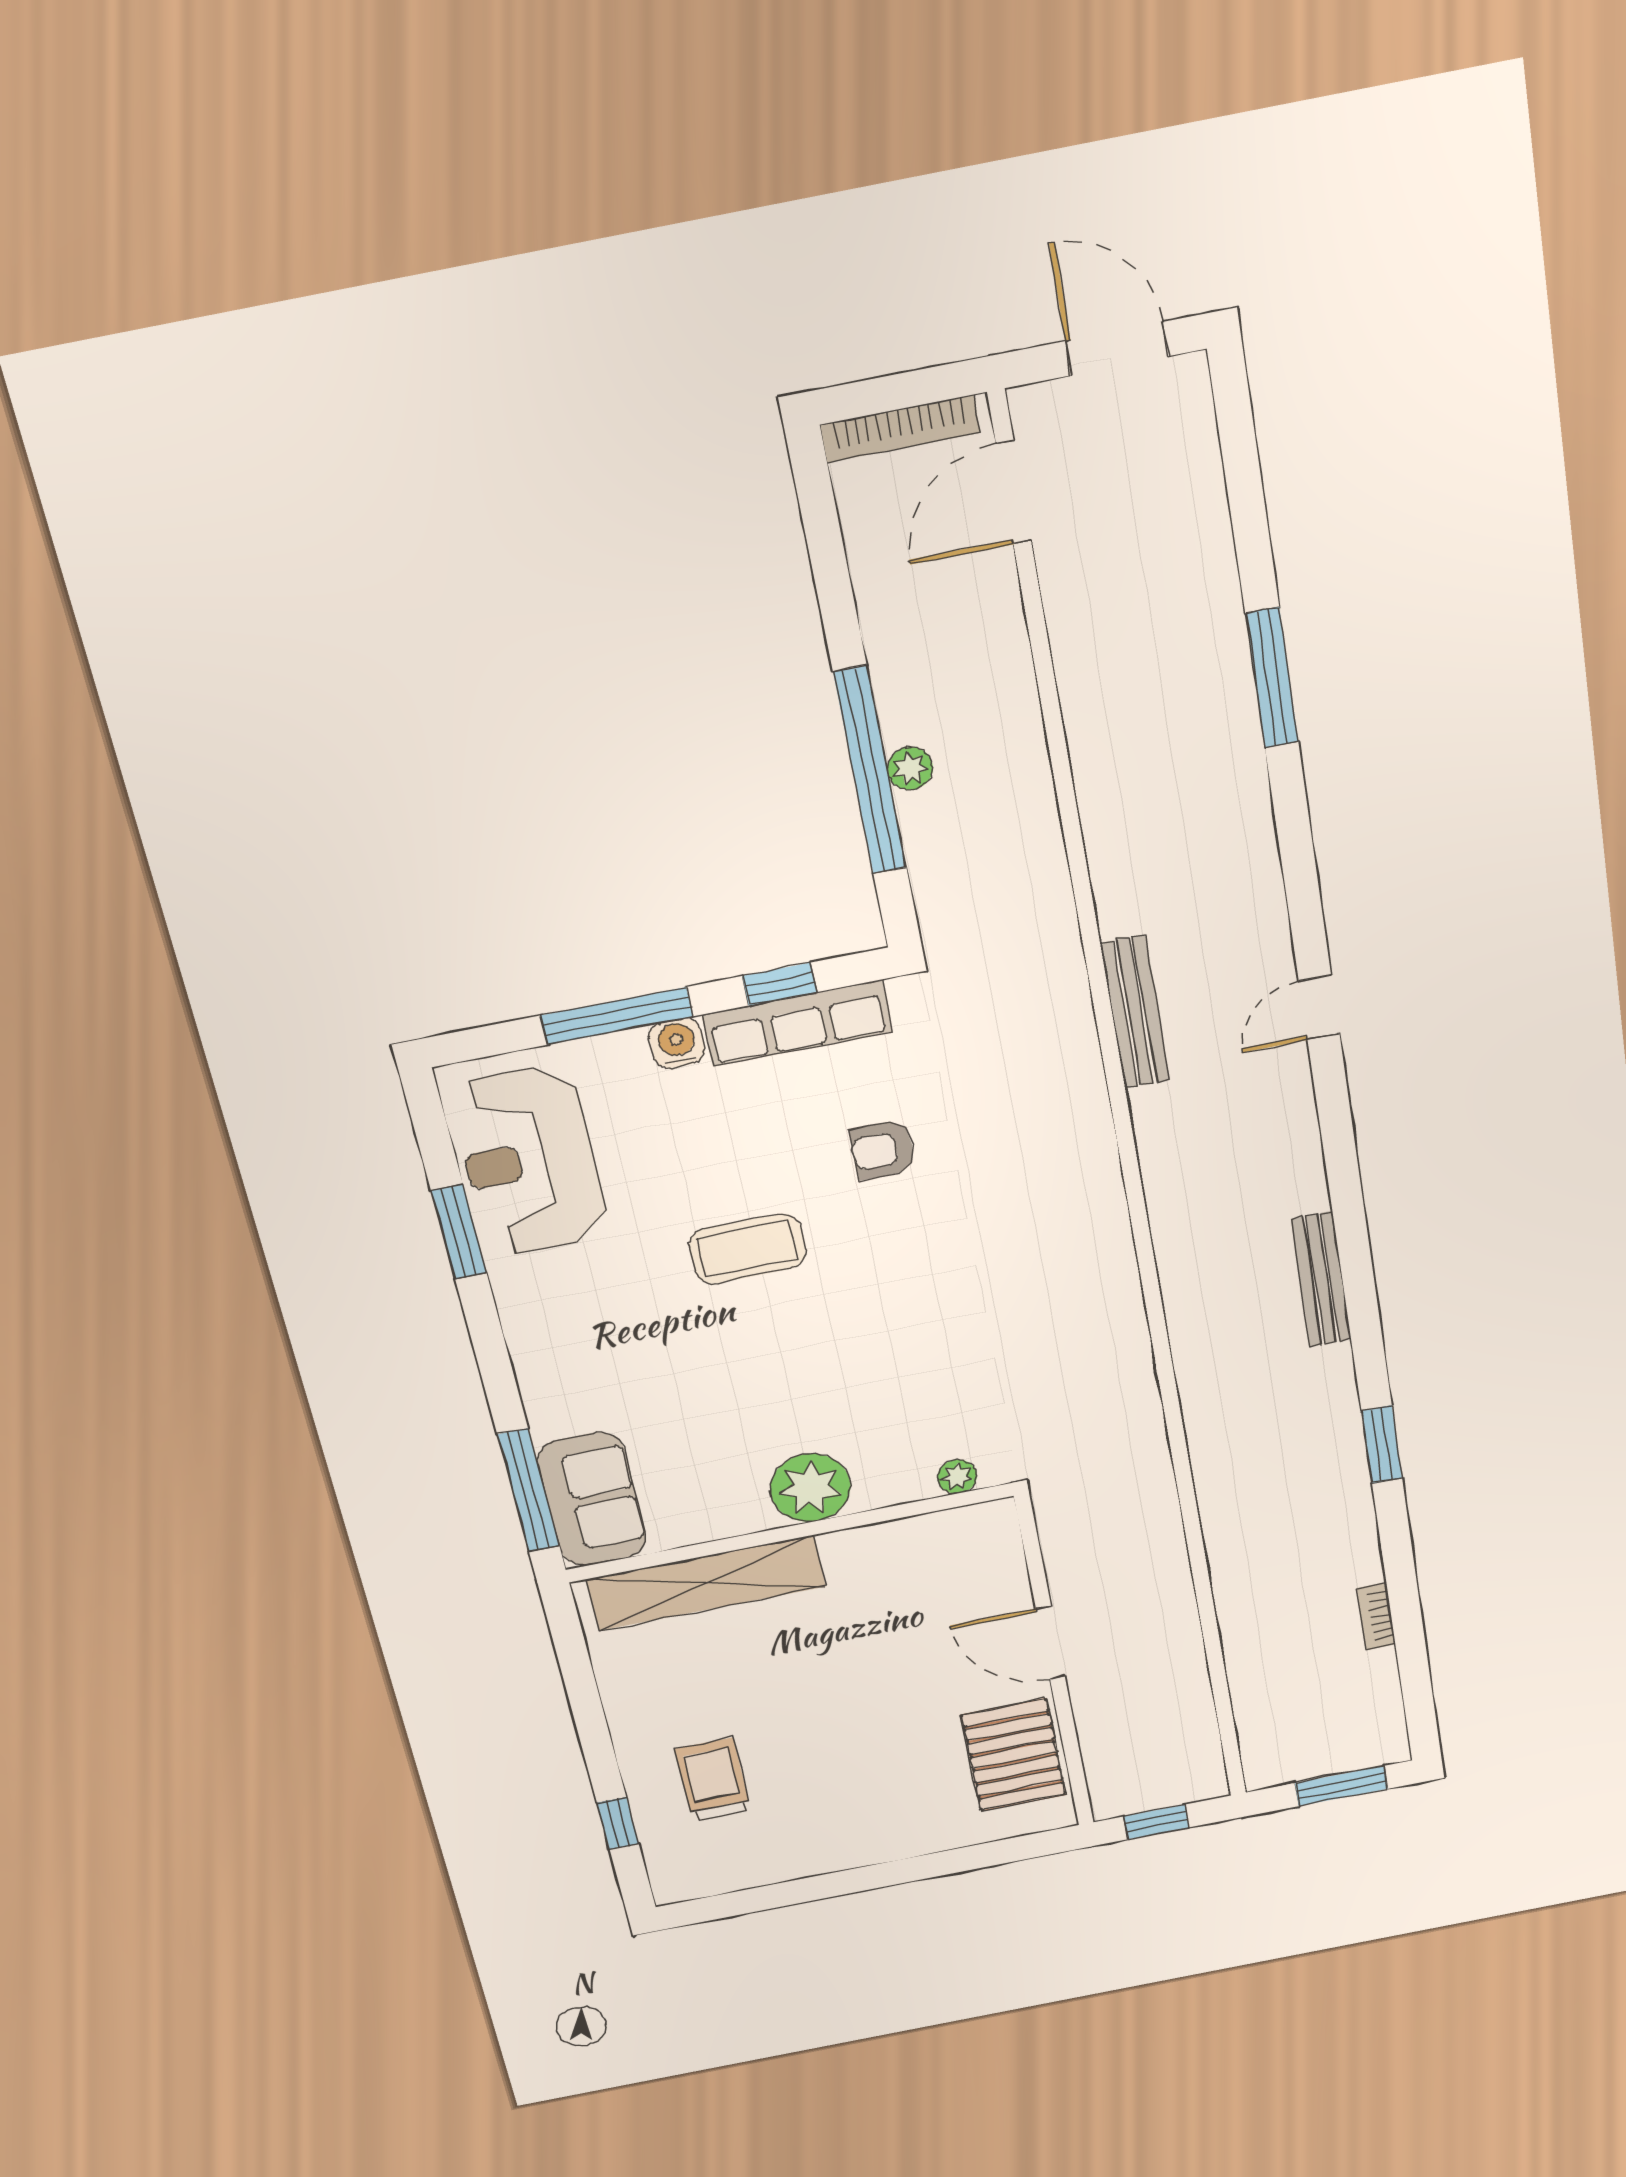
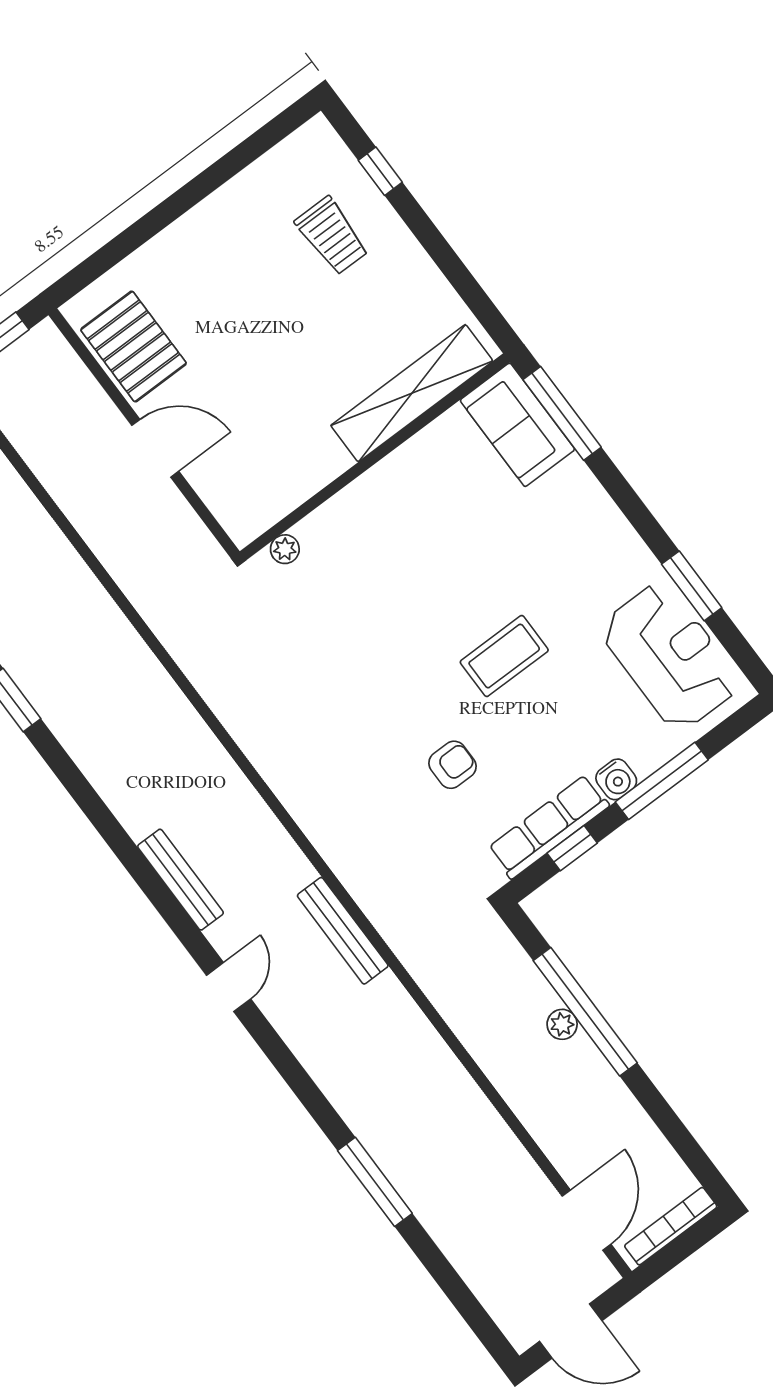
bench: (1321, 1279) -> (180, 880), moved
plant: (810, 1488) -> (378, 497), removed

